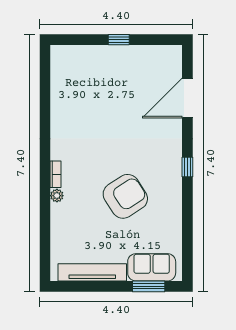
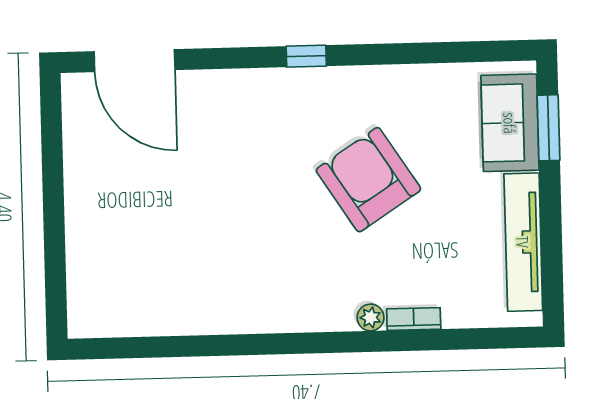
window: (119, 40) -> (53, 201), removed
door: (187, 98) -> (135, 61), moved
bookcase: (56, 174) -> (414, 319), moved

